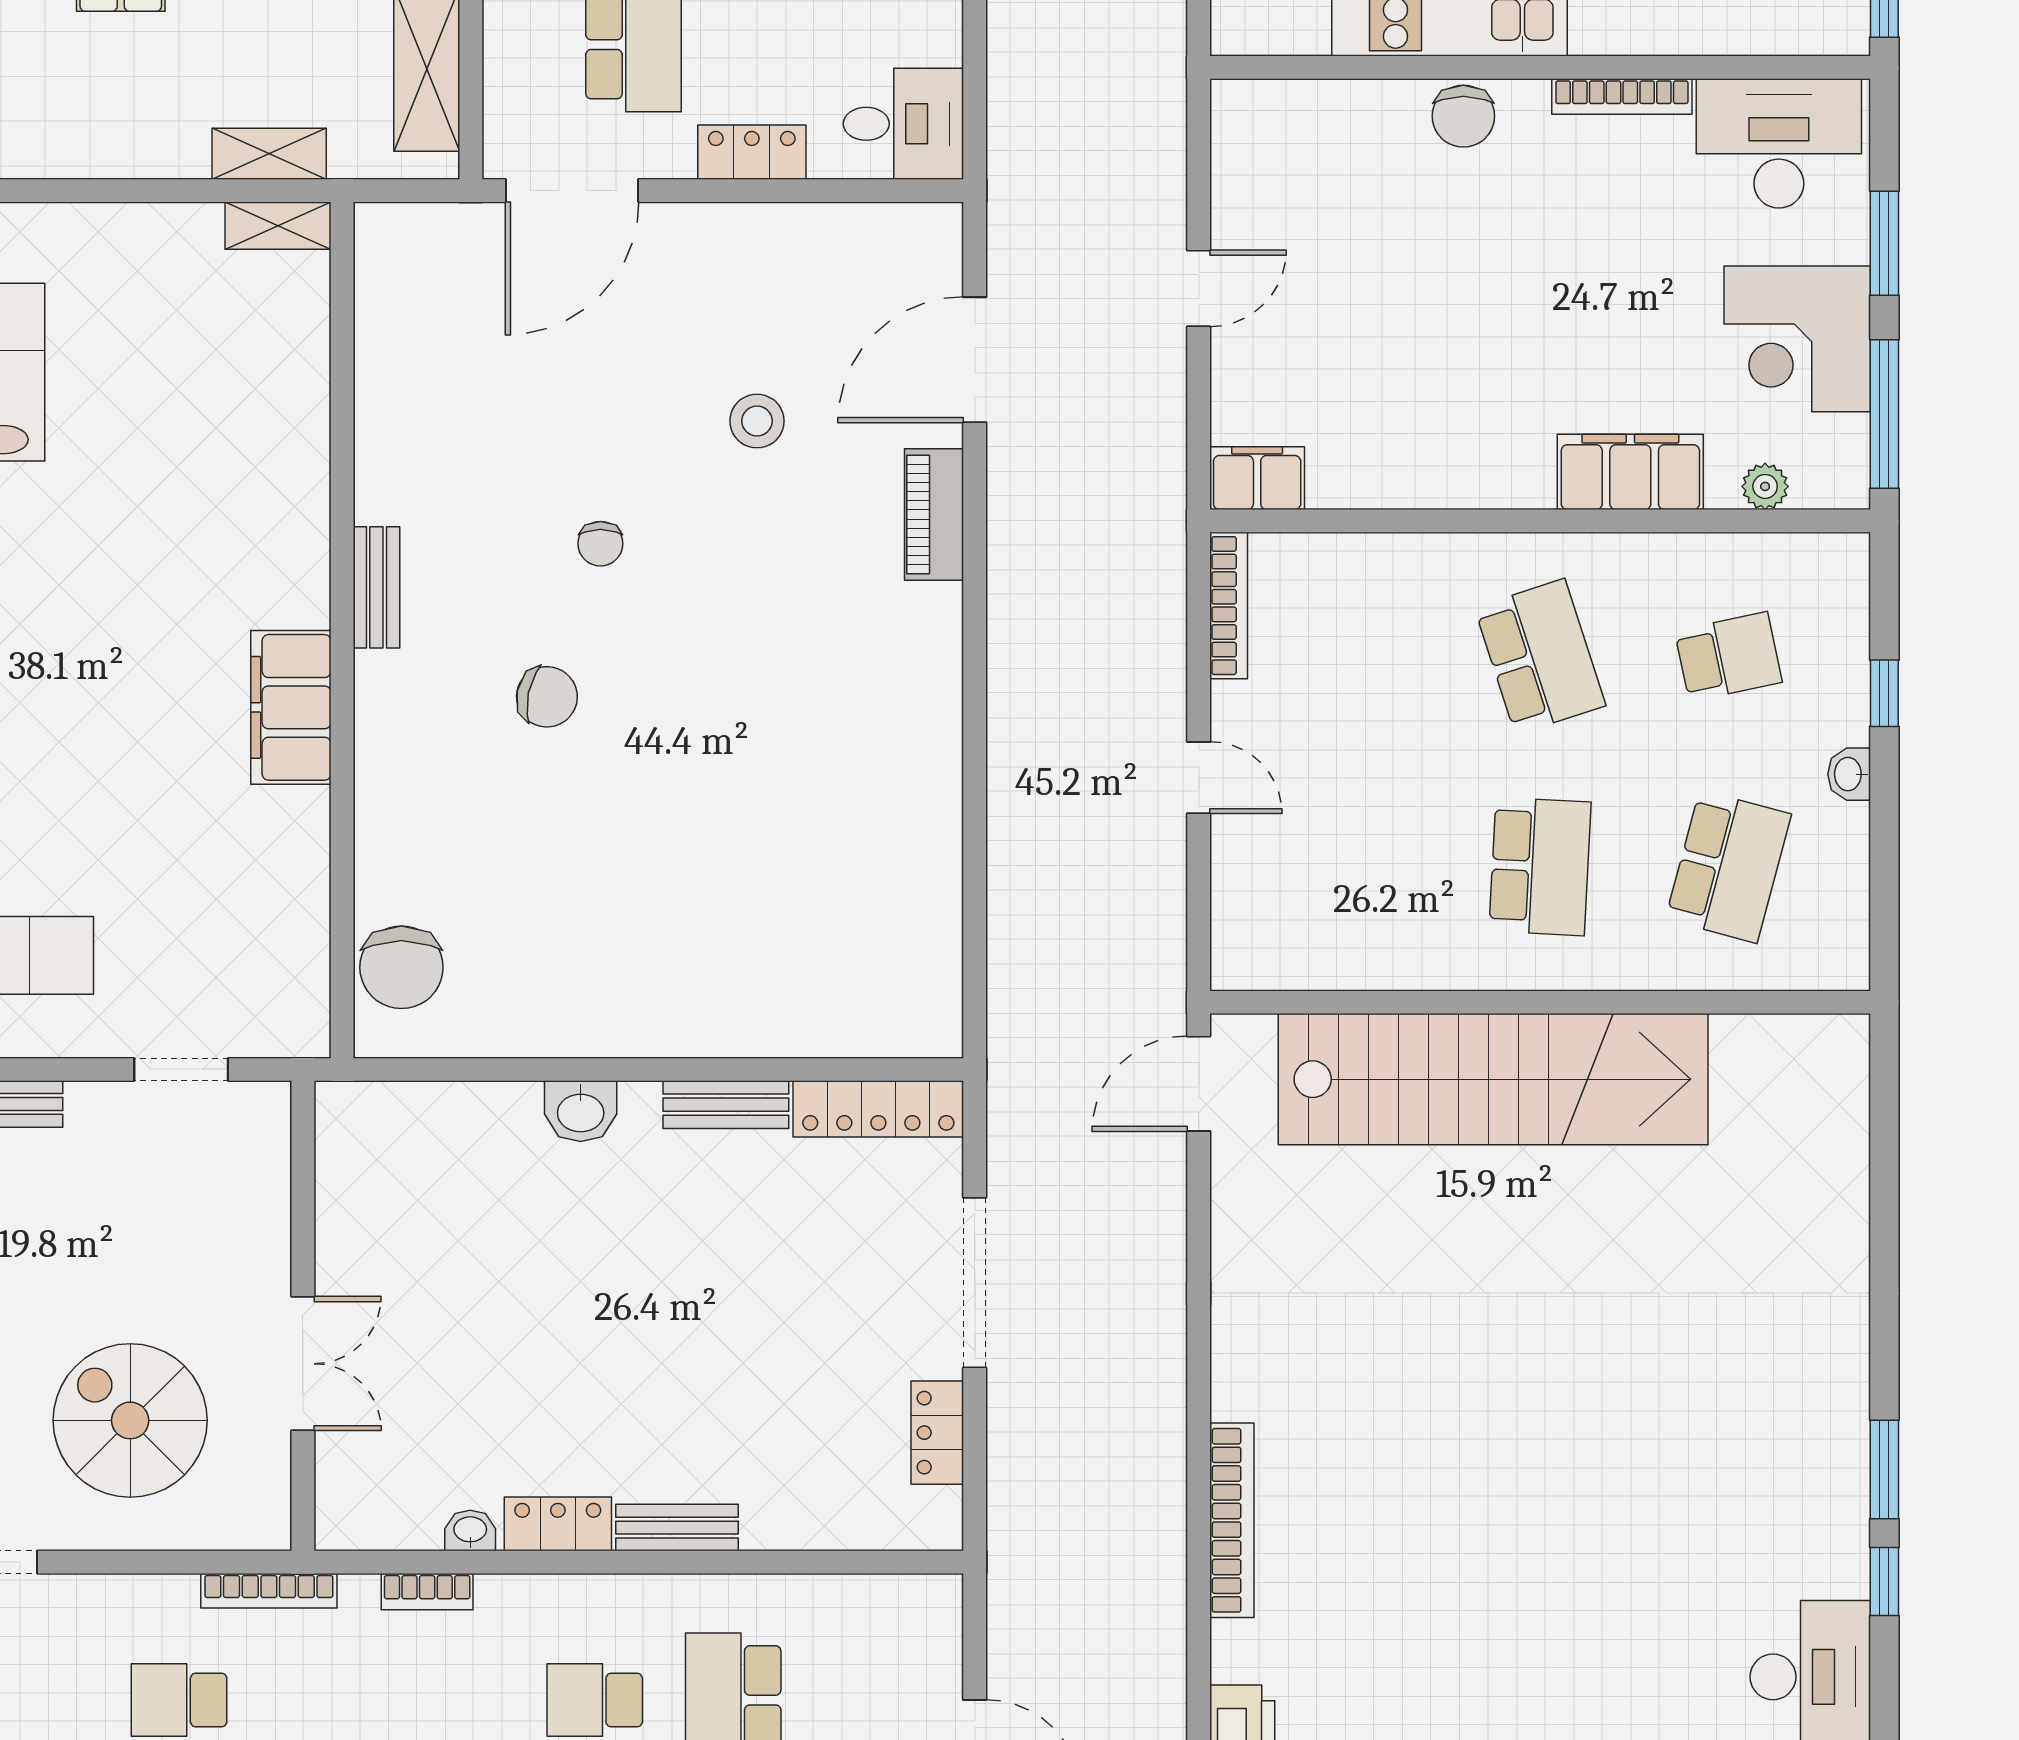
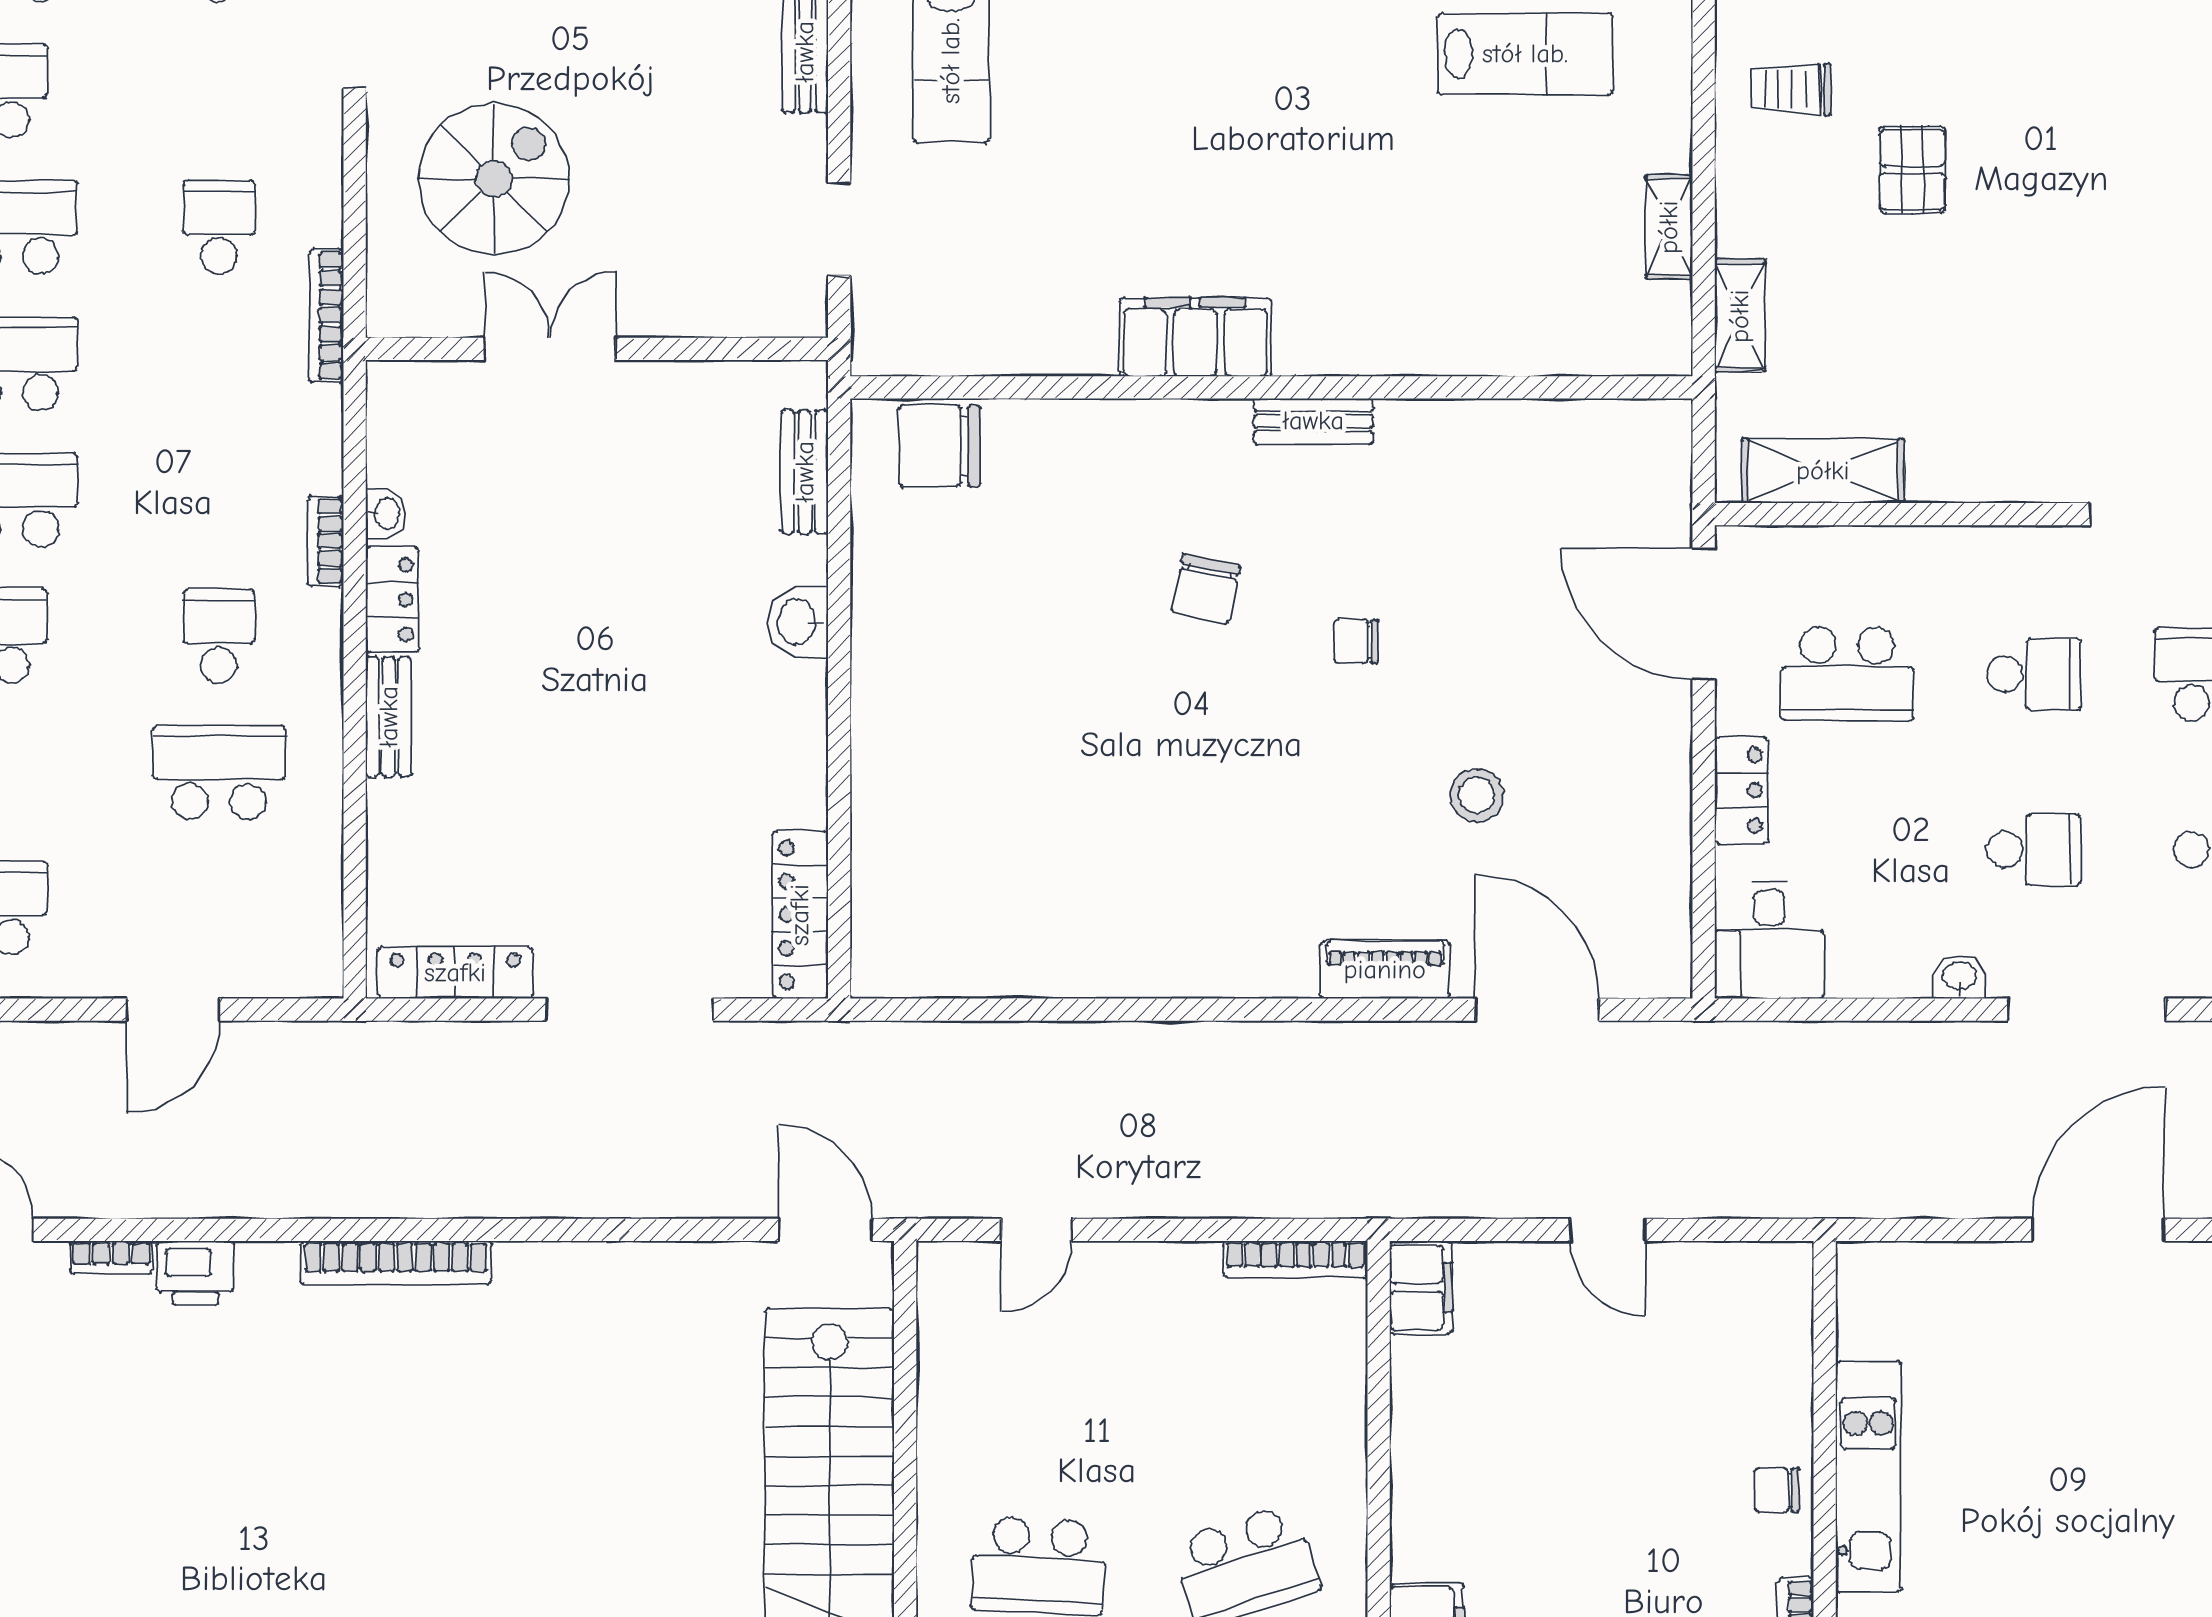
trolley: (39, 102) -> (1791, 89), added
chair: (1463, 116) -> (1777, 1490), width x0.73, depth x0.73
shelving: (278, 226) -> (1669, 227), moved
door: (1199, 778) -> (1036, 1230), moved
bench: (726, 1105) -> (805, 472), moved
double door: (303, 1364) -> (550, 349), swing flipped
locker: (937, 1433) -> (455, 973), width x1.53
bookcase: (427, 1592) -> (326, 541), moved

